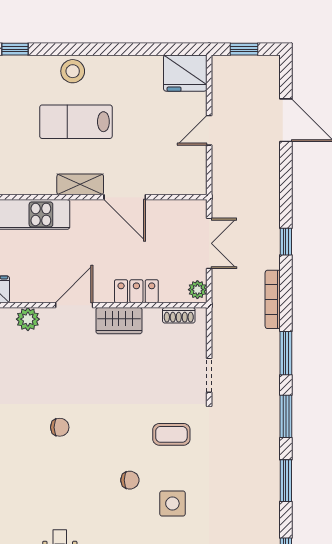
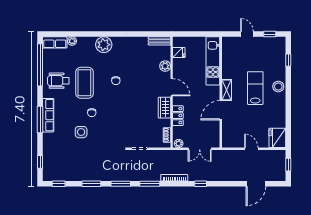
coffee table: (171, 434) -> (84, 83), moved, width x1.86, depth x1.72

